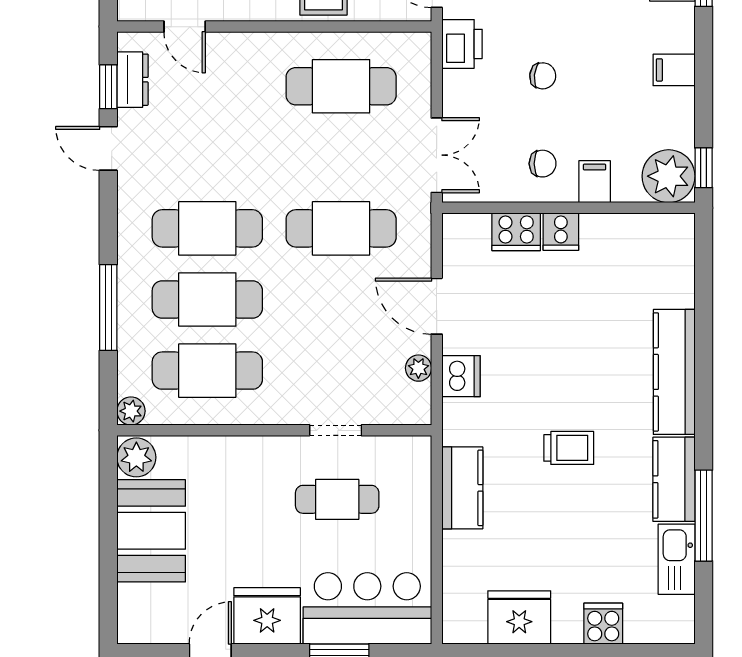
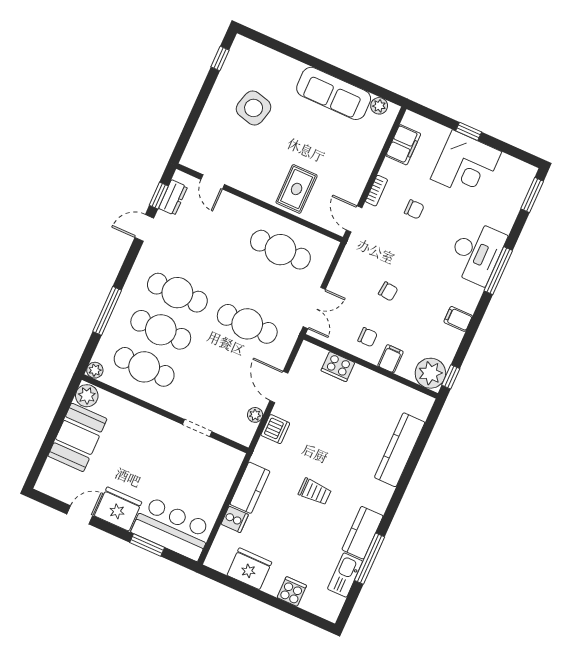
printer: (462, 44) -> (353, 256), removed
door: (108, 148) -> (144, 228), hinge flipped
cooker: (561, 232) -> (235, 519), moved, turned -90
kitchen counter: (674, 372) -> (400, 450), moved
cafe table: (337, 499) -> (182, 464), removed

